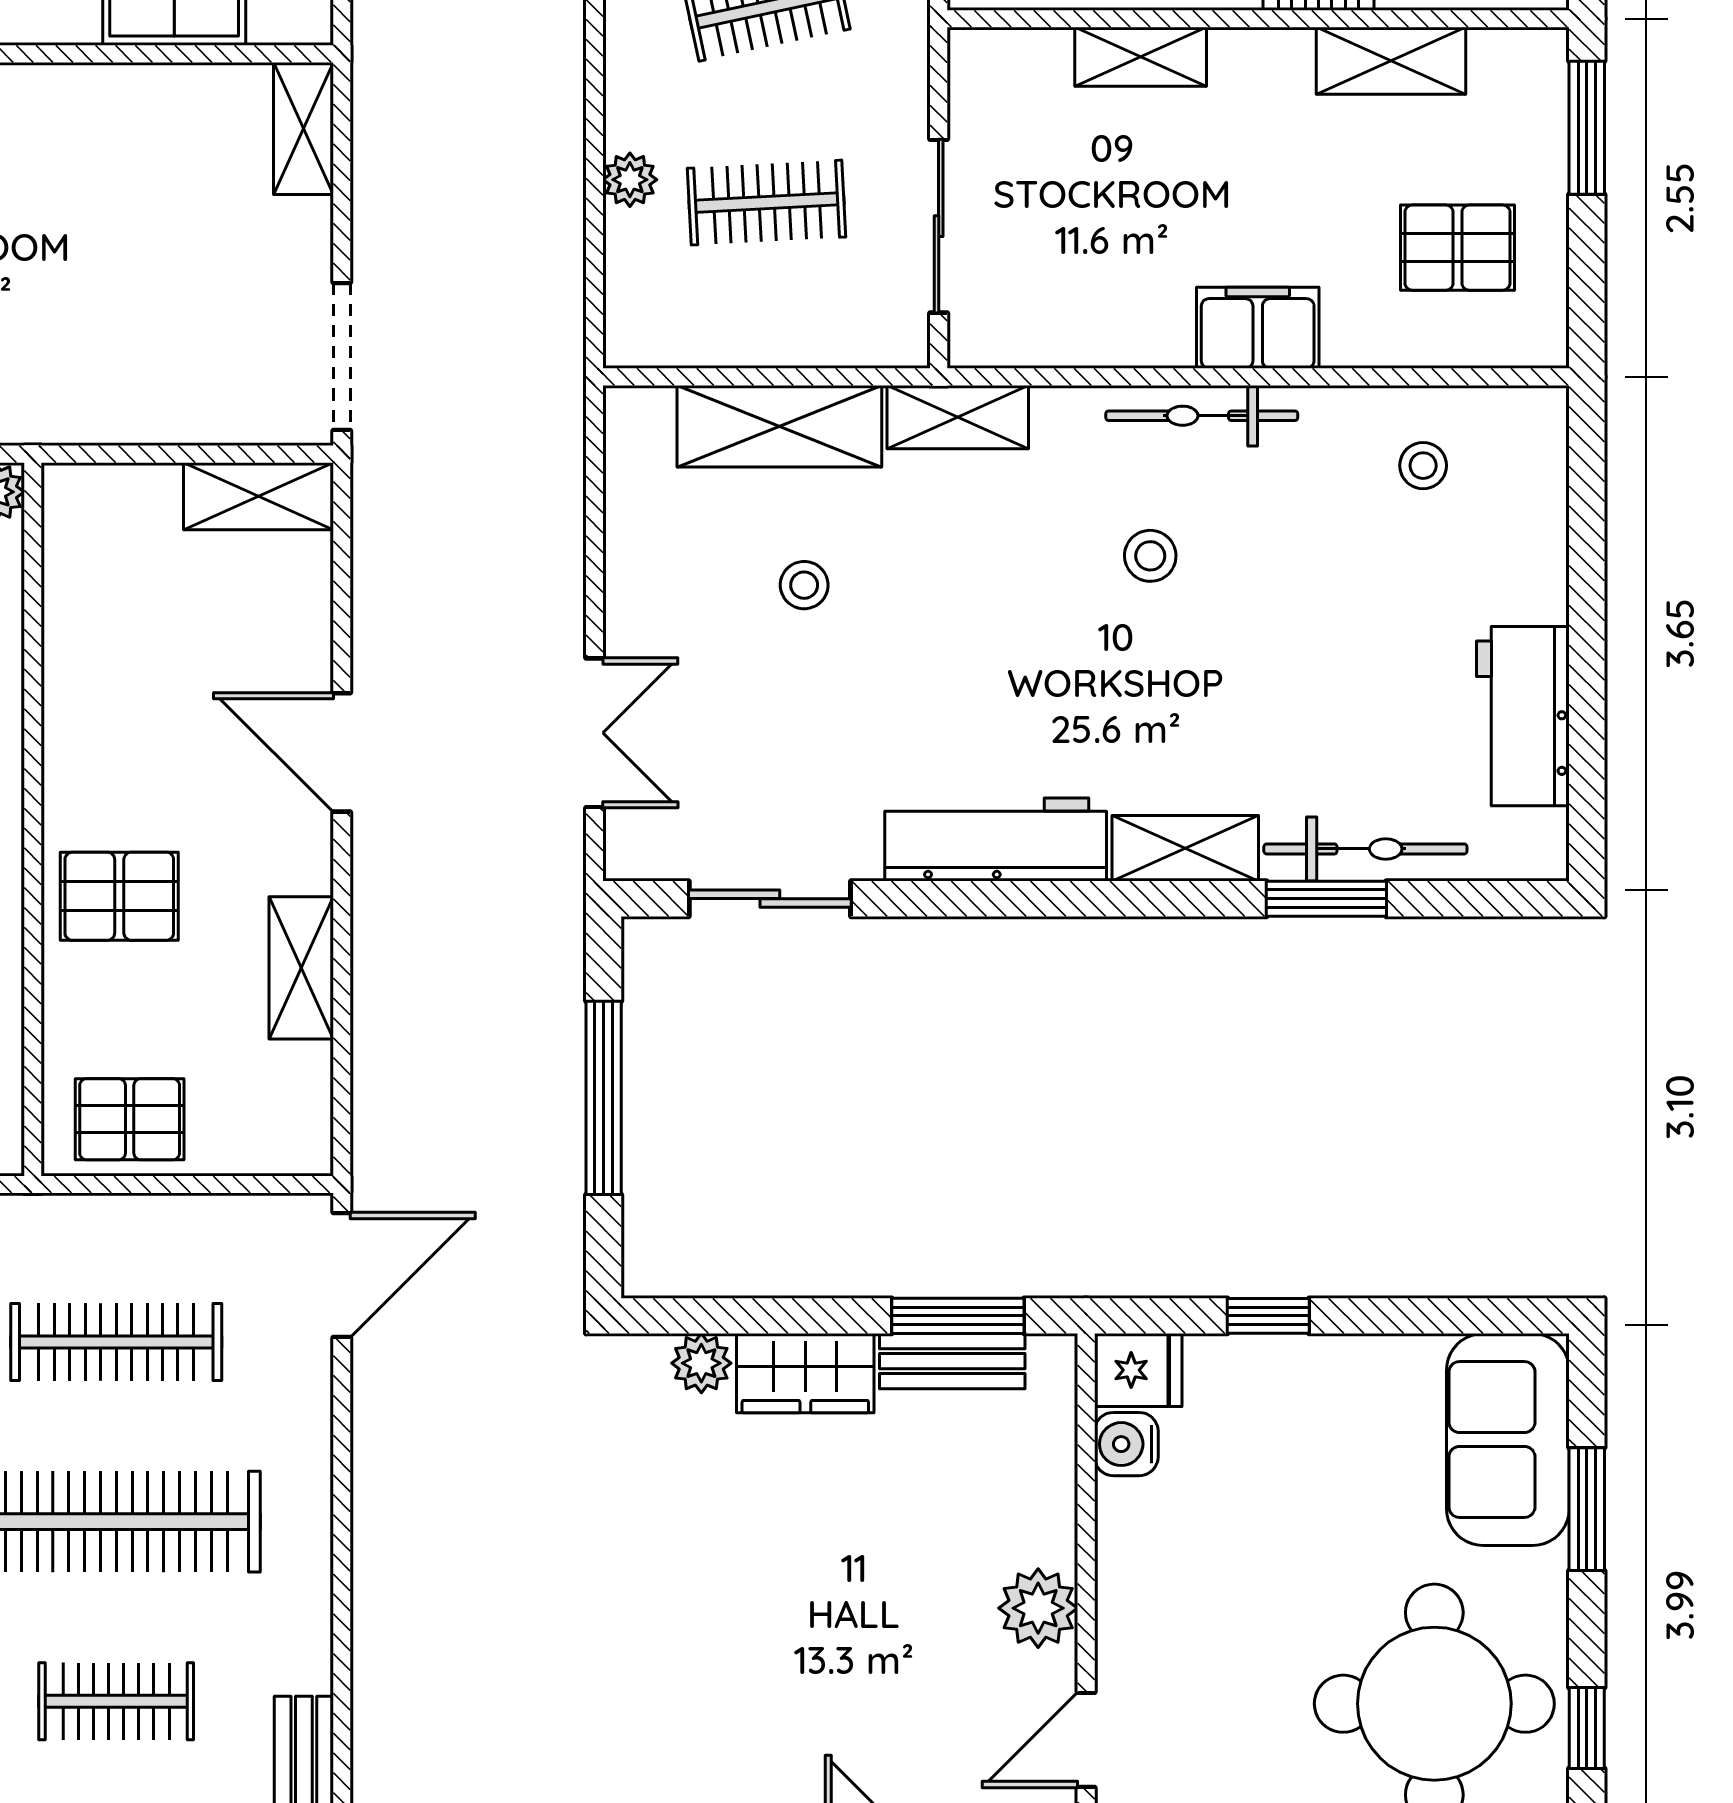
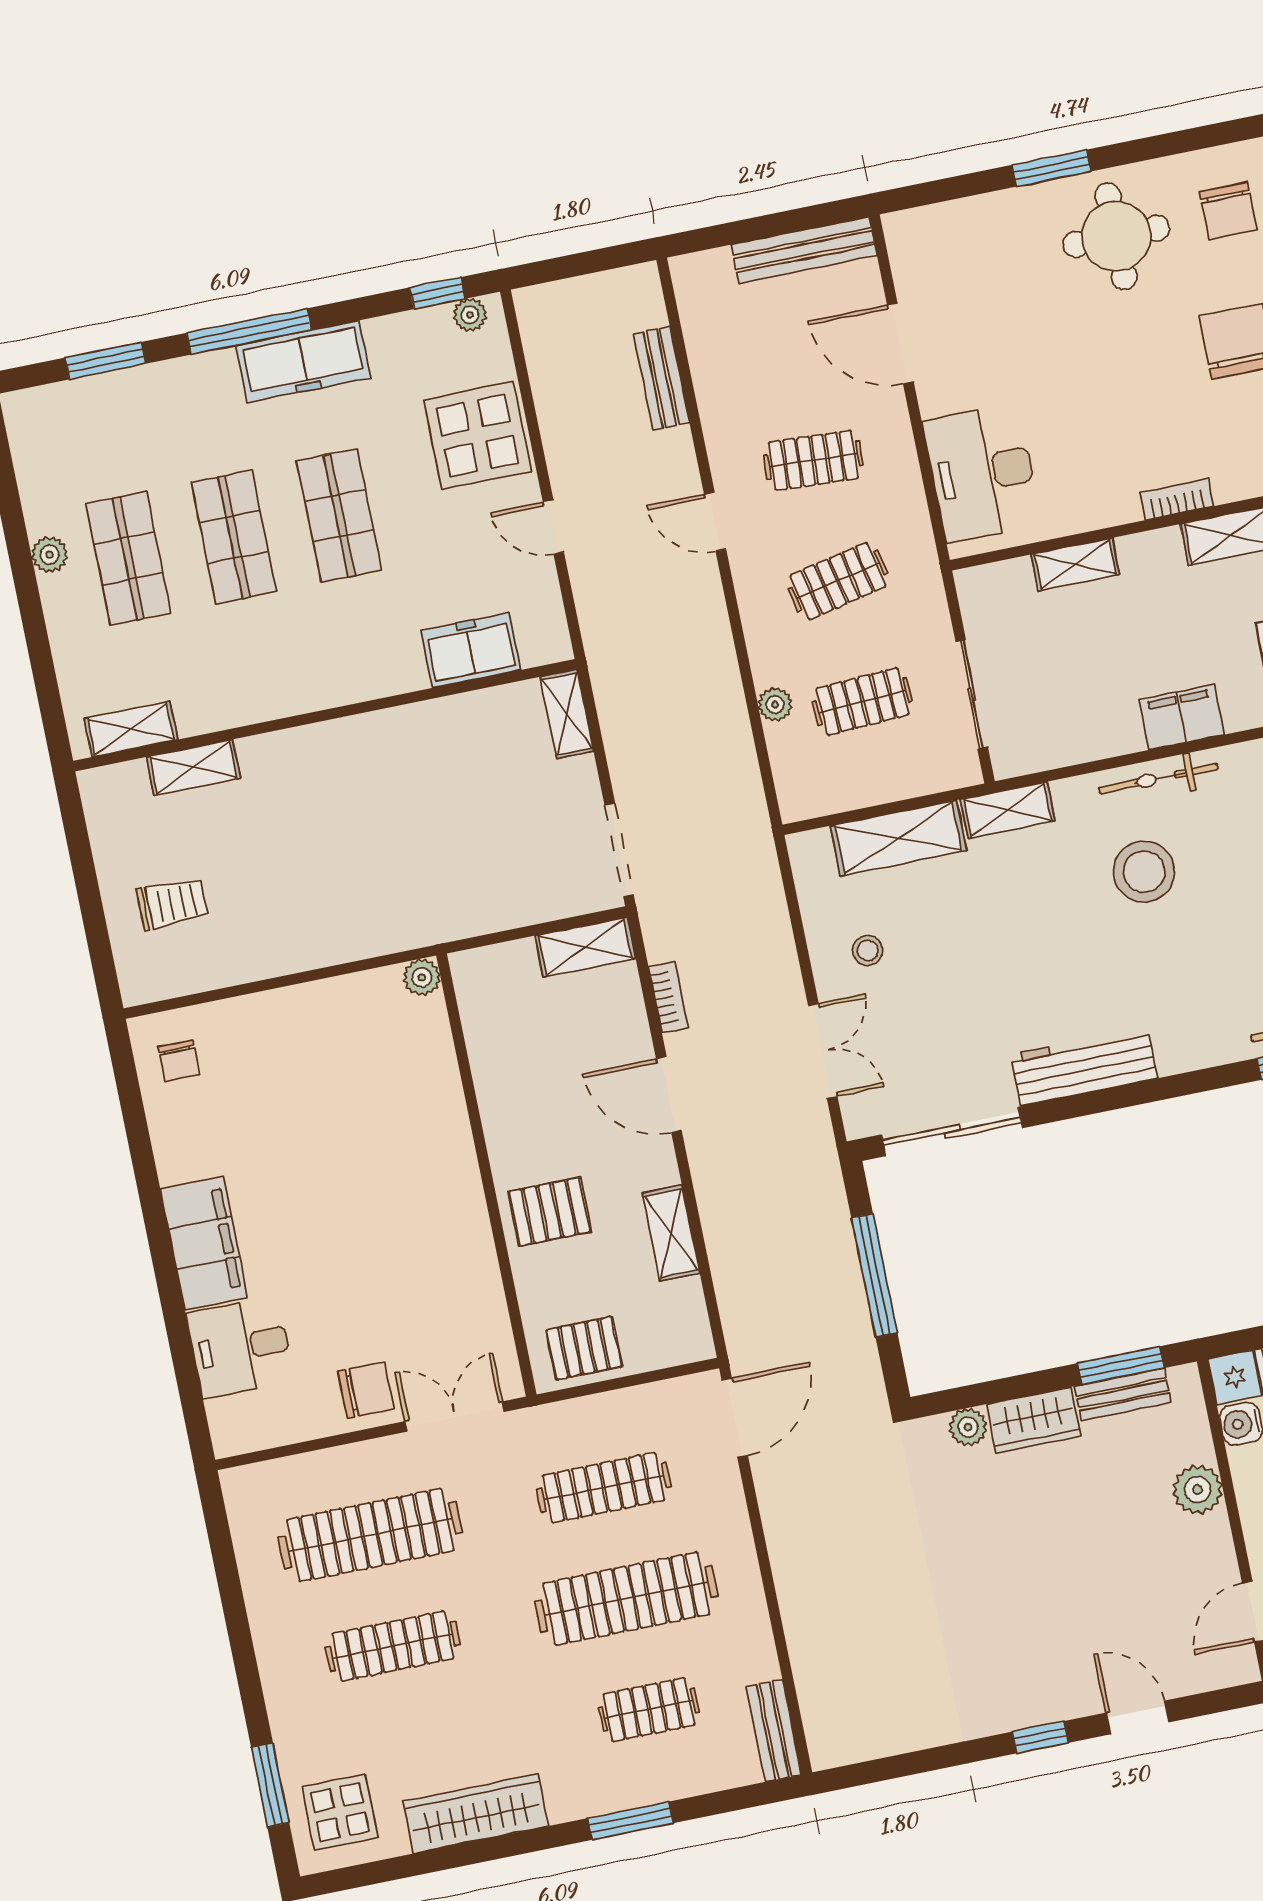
stool: (1150, 556) -> (1144, 872), width x1.89, depth x1.89
stool: (804, 585) -> (868, 950), moved
bookcase: (372, 600) -> (668, 997), added
shelving: (1185, 848) -> (1202, 1048), removed
sliding door: (770, 899) -> (952, 1131), width x1.37
plant: (1038, 1608) -> (1198, 1490), moved

